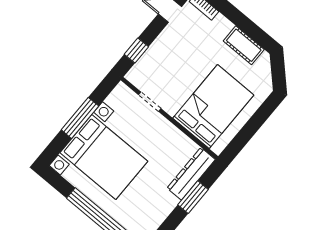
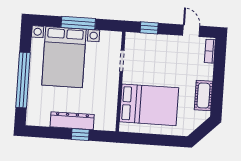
dresser: (191, 174) -> (72, 121), moved
window: (193, 197) -> (80, 135), width x0.67

